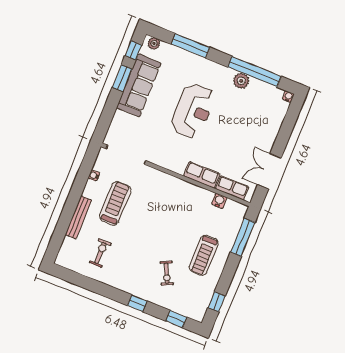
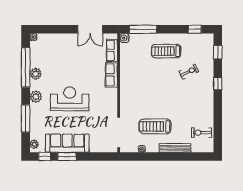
plant: (213, 70) -> (36, 97), added
water cooler: (219, 201) -> (124, 38), moved
exercise bike: (100, 253) -> (201, 133), moved
treadmill: (204, 255) -> (166, 51), turned 180

